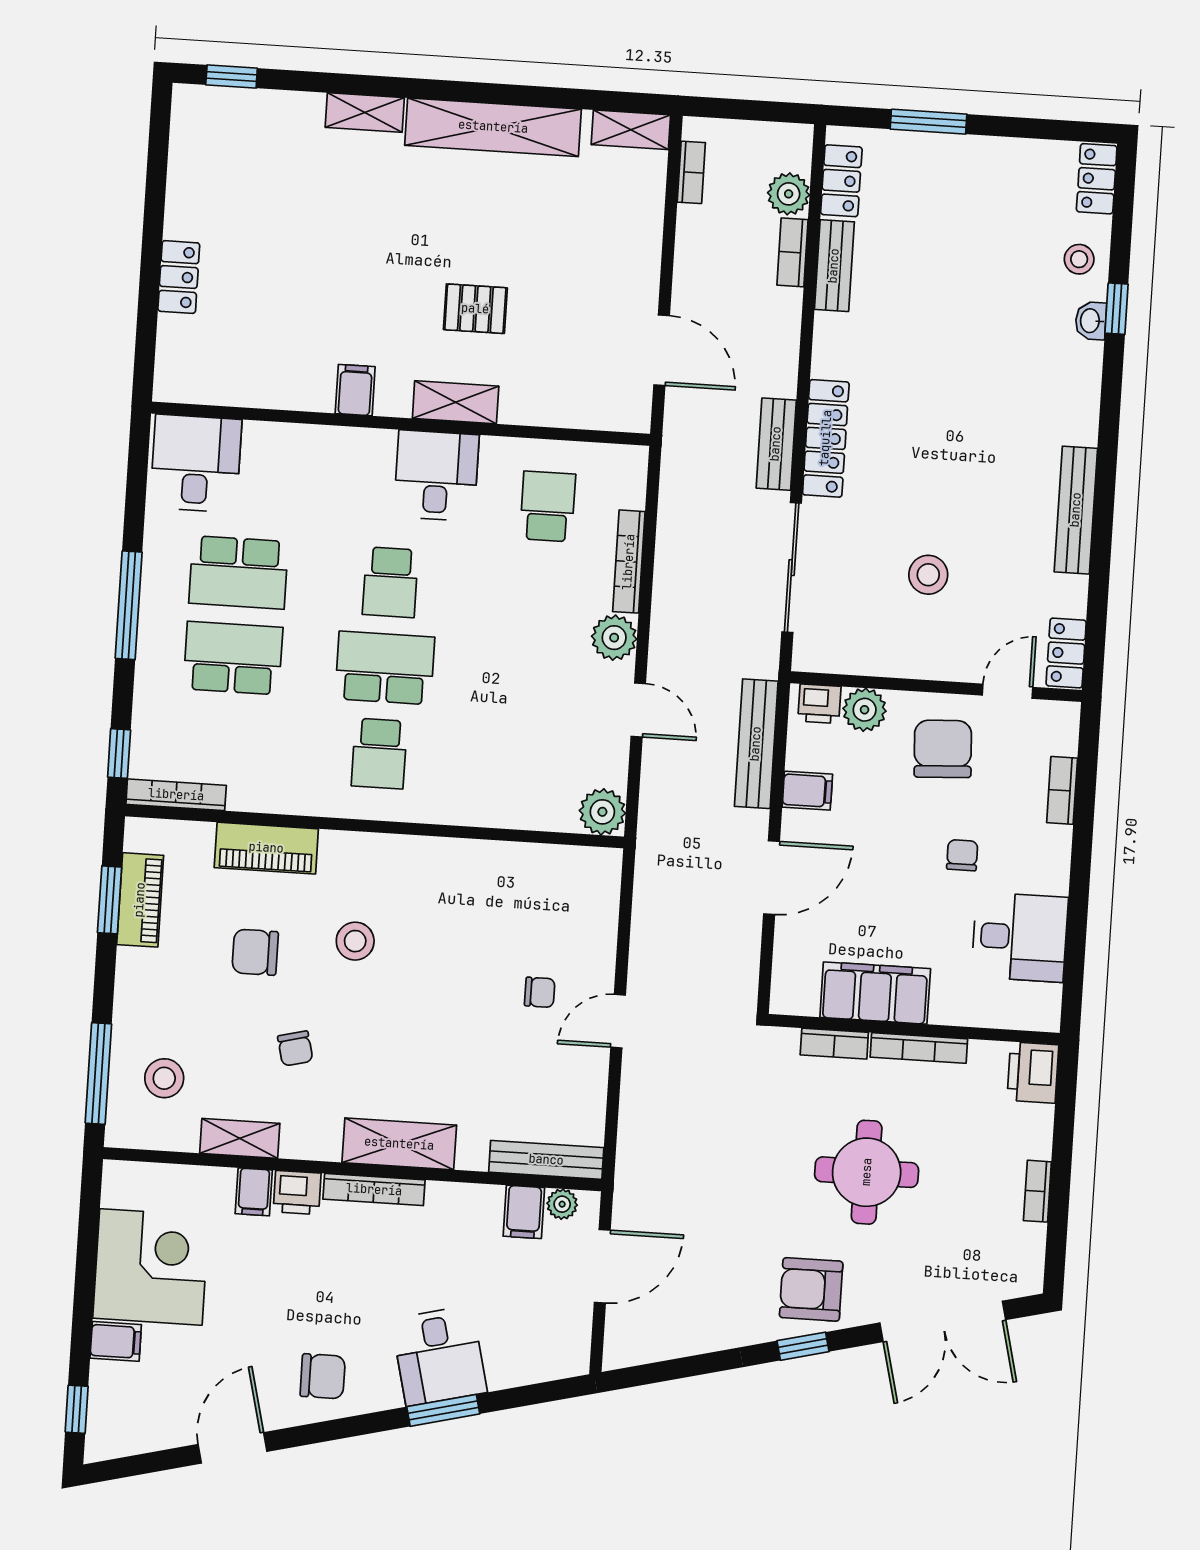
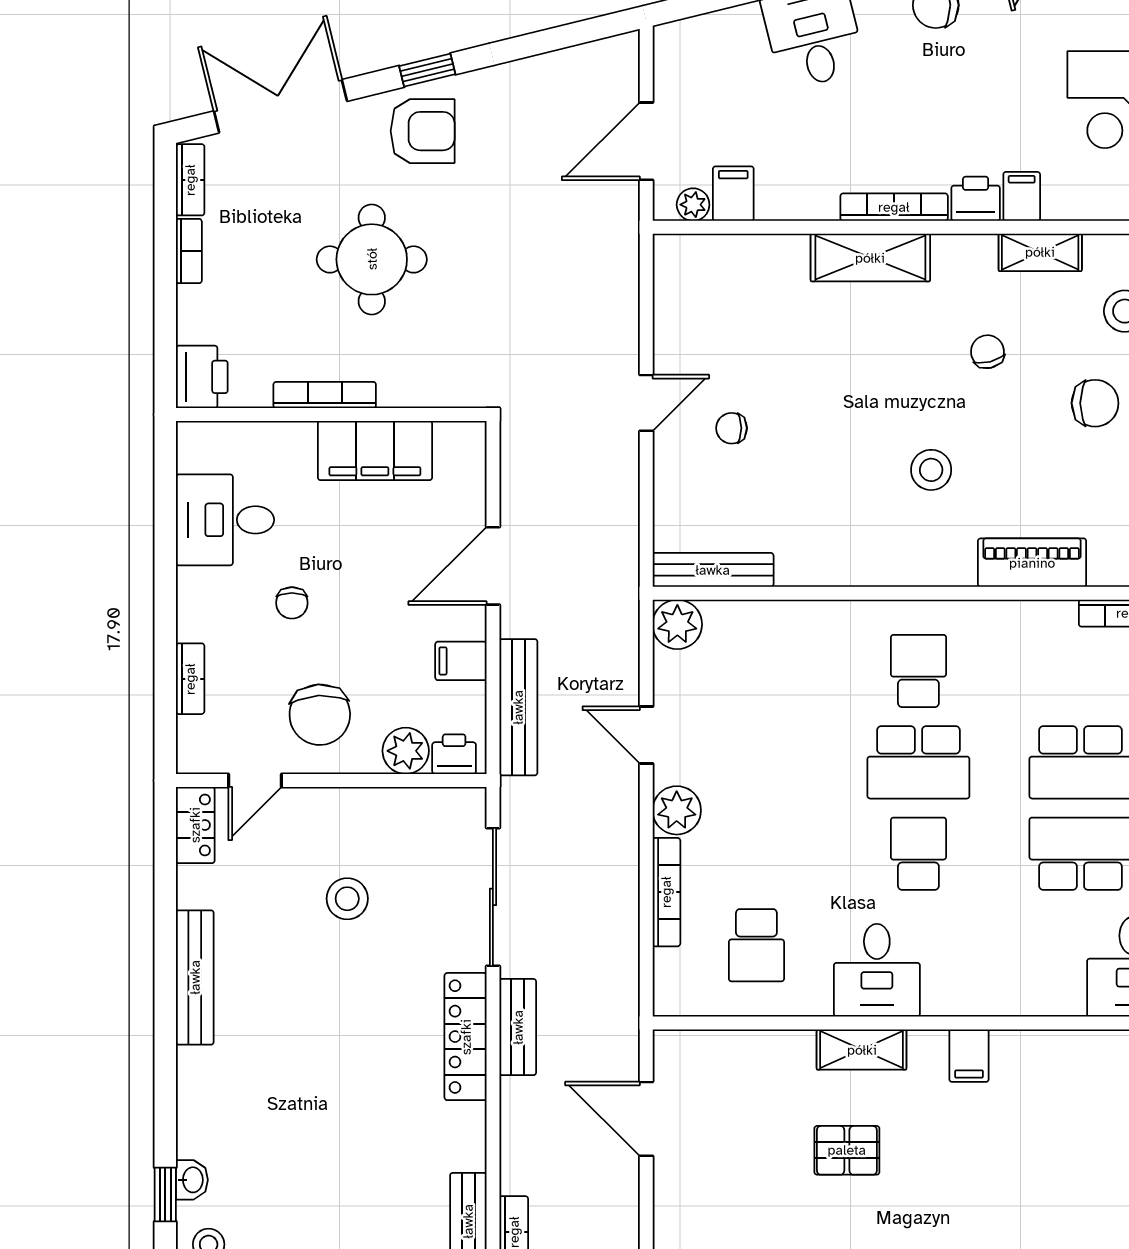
chair: (255, 952) -> (1095, 403), moved
bookcase: (834, 1044) -> (190, 180), moved, turned 90
bench: (546, 1160) -> (713, 570), moved

